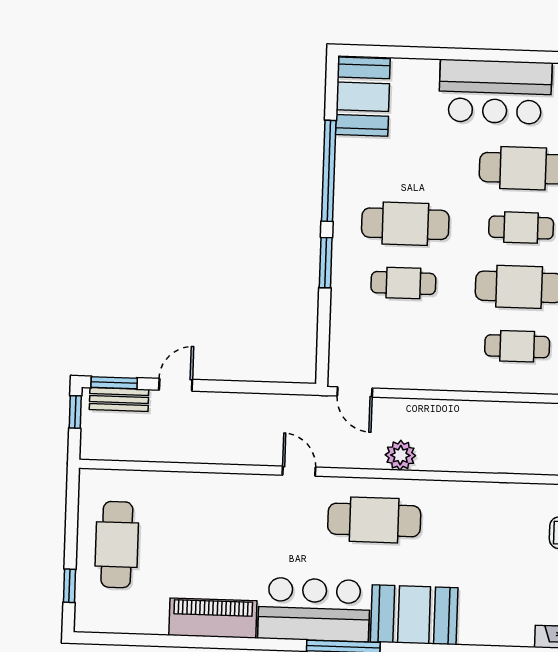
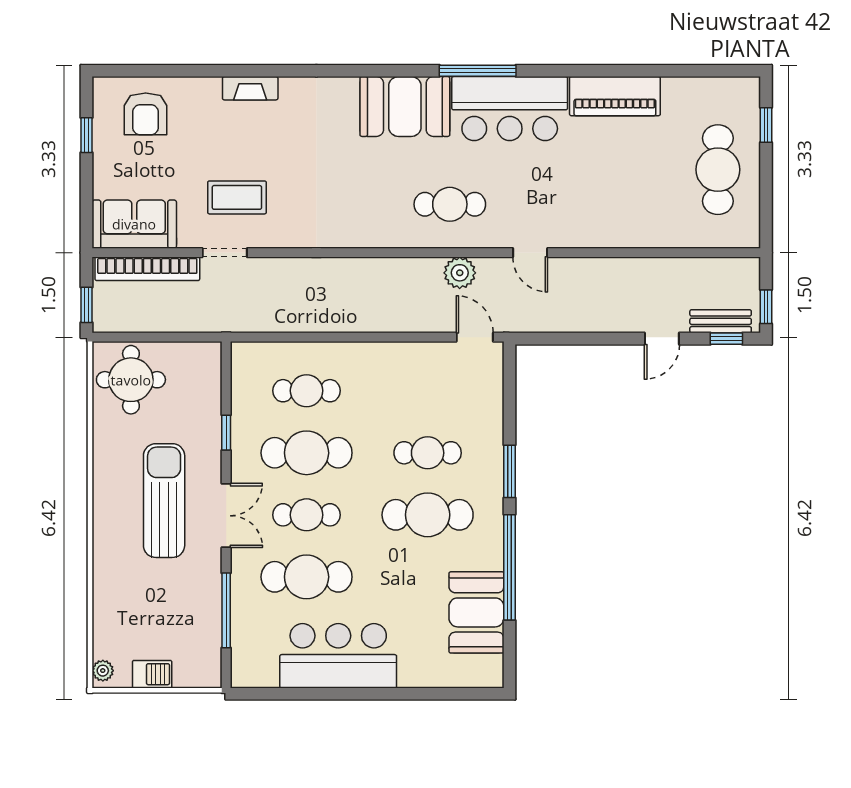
booth: (363, 97) -> (476, 612), moved
window: (114, 383) -> (726, 339), width x0.67
plant: (400, 455) -> (460, 273), moved
cafe table: (374, 520) -> (450, 204), width x0.73, depth x0.74

